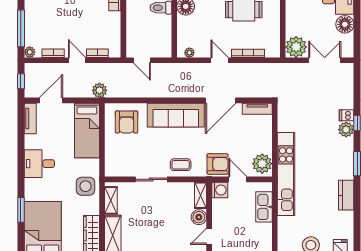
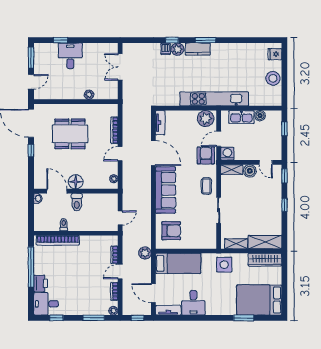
floor lamp: (345, 24) -> (90, 50), removed
window: (21, 28) -> (94, 318), width x0.69
plant: (296, 47) -> (89, 95), moved, width x0.53, depth x0.53
desk: (39, 164) -> (193, 303), moved
kitchen counter: (346, 195) -> (198, 49), moved
boiler: (266, 230) -> (260, 116), added

